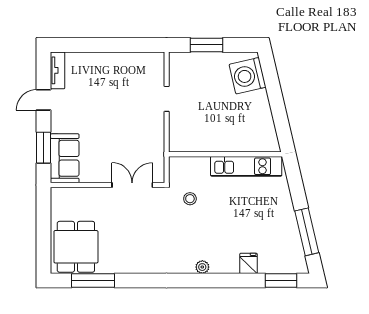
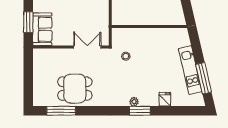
kitchen unit: (246, 166) -> (190, 70), moved, turned 77
dining table: (76, 247) -> (75, 89), moved, turned 90
window: (281, 281) -> (140, 111), moved

